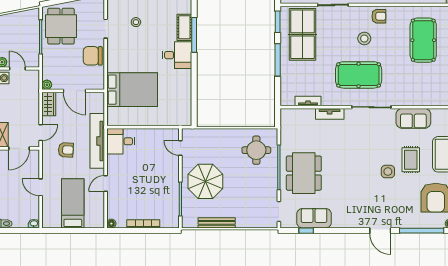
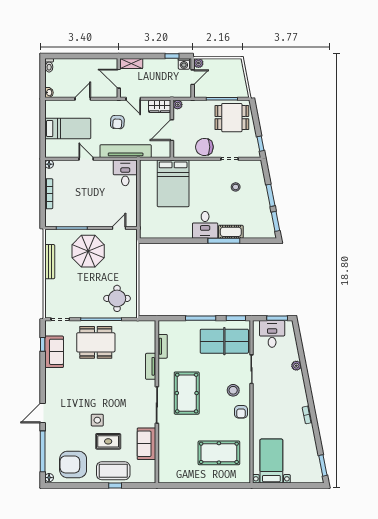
stool: (364, 38) -> (233, 390), moved
chair: (93, 56) -> (204, 147), turned -90

